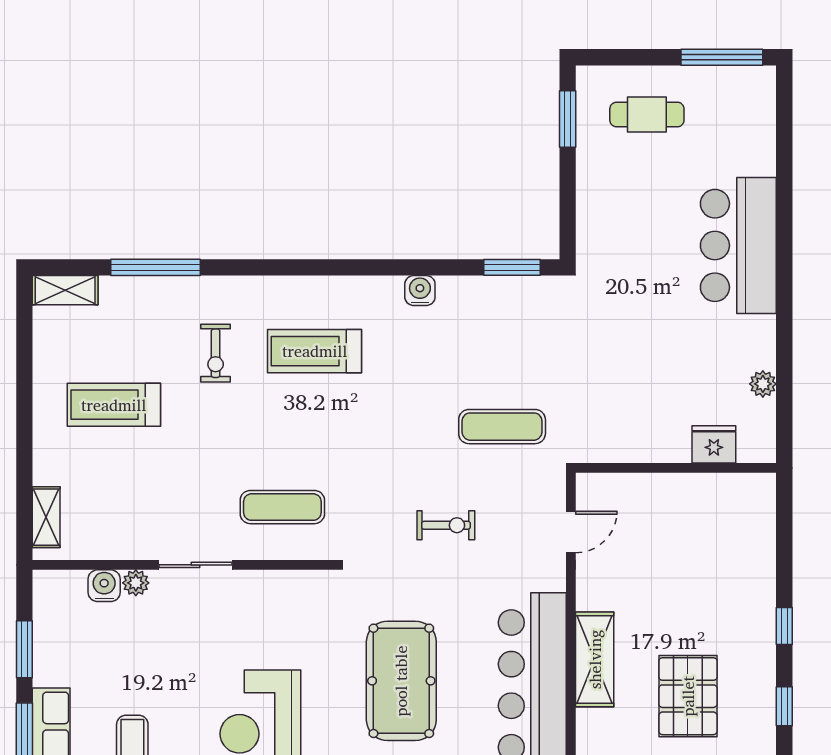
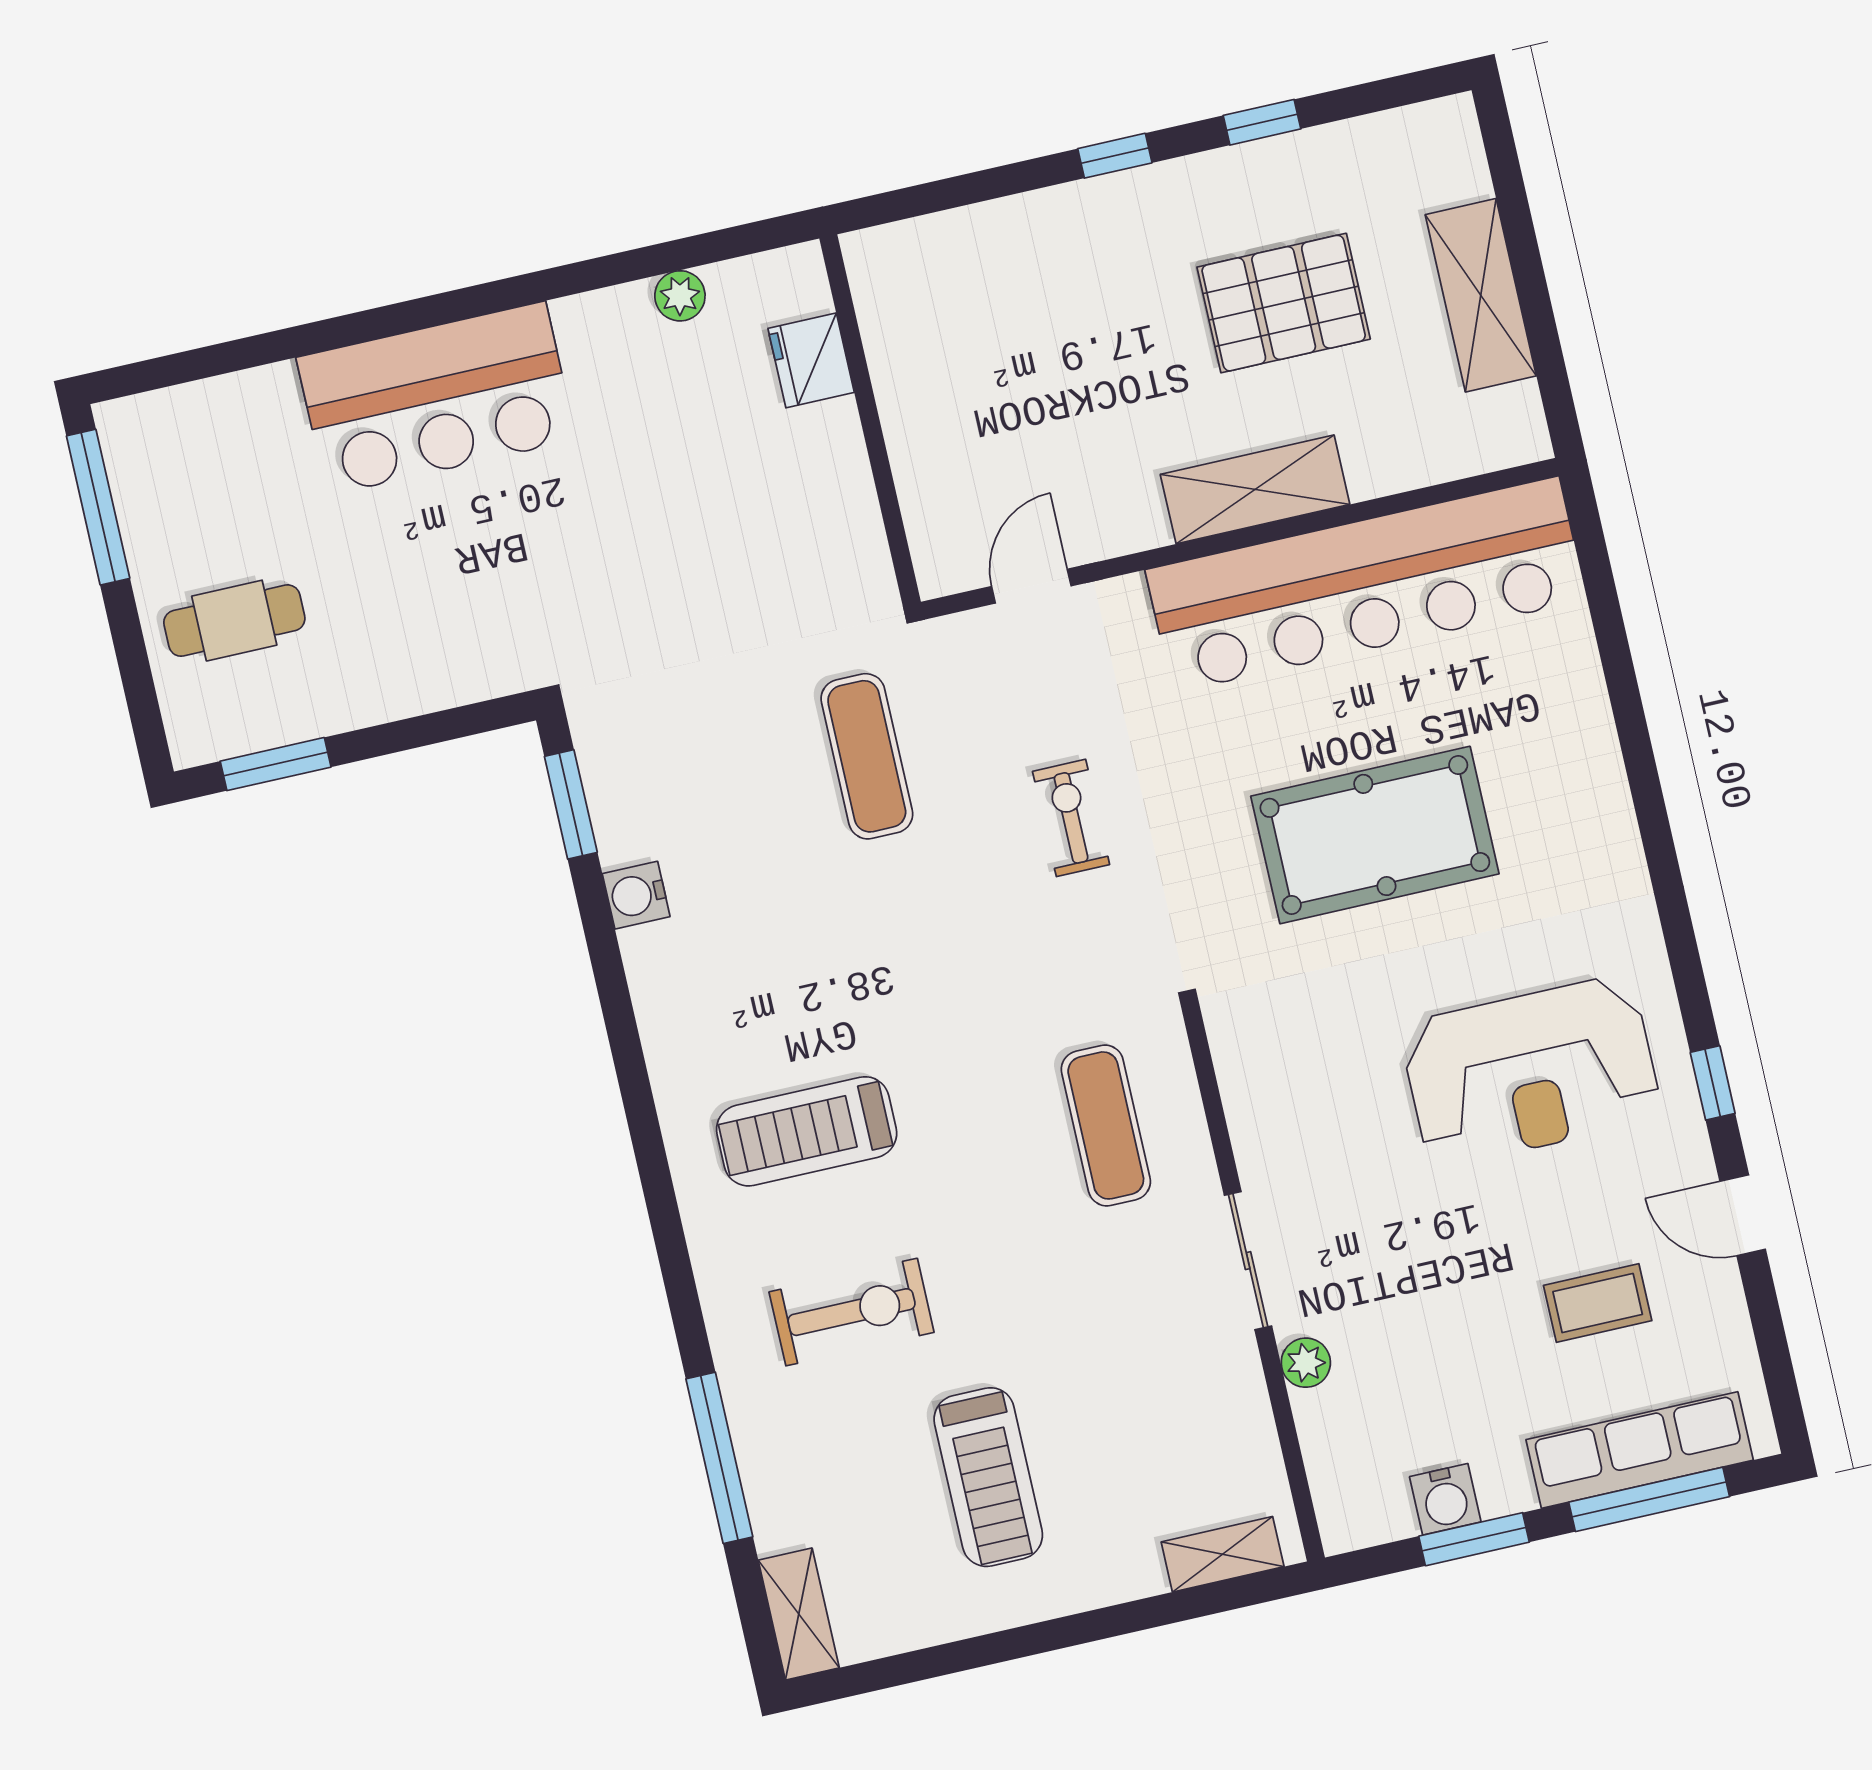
cafe table: (647, 115) -> (234, 621), turned 90
water cooler: (420, 291) -> (636, 895), moved
treadmill: (315, 351) -> (807, 1131), turned 90
exercise bike: (216, 353) -> (852, 1312), width x1.38, depth x1.39
door: (571, 532) -> (1031, 586), hinge flipped
water cooler: (104, 586) -> (1445, 1499), moved, turned -90

